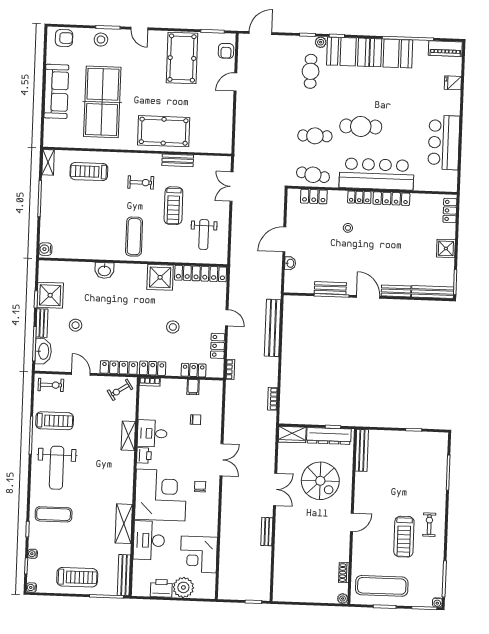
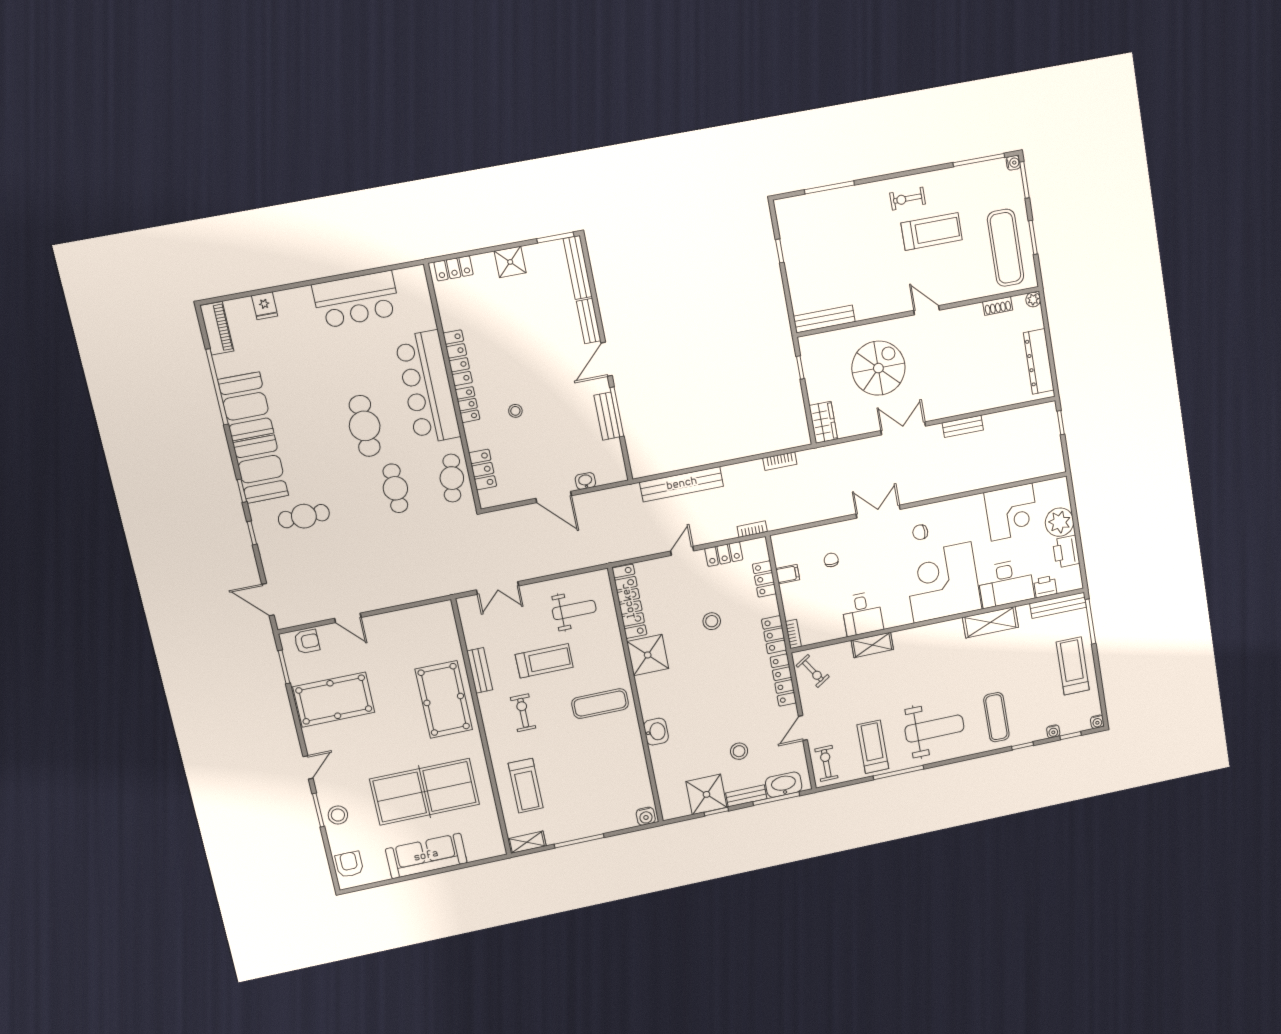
plant: (321, 42) -> (258, 512), removed
dresser: (329, 436) -> (1039, 362), moved, turned 180
printer: (144, 455) -> (1045, 587), moved

